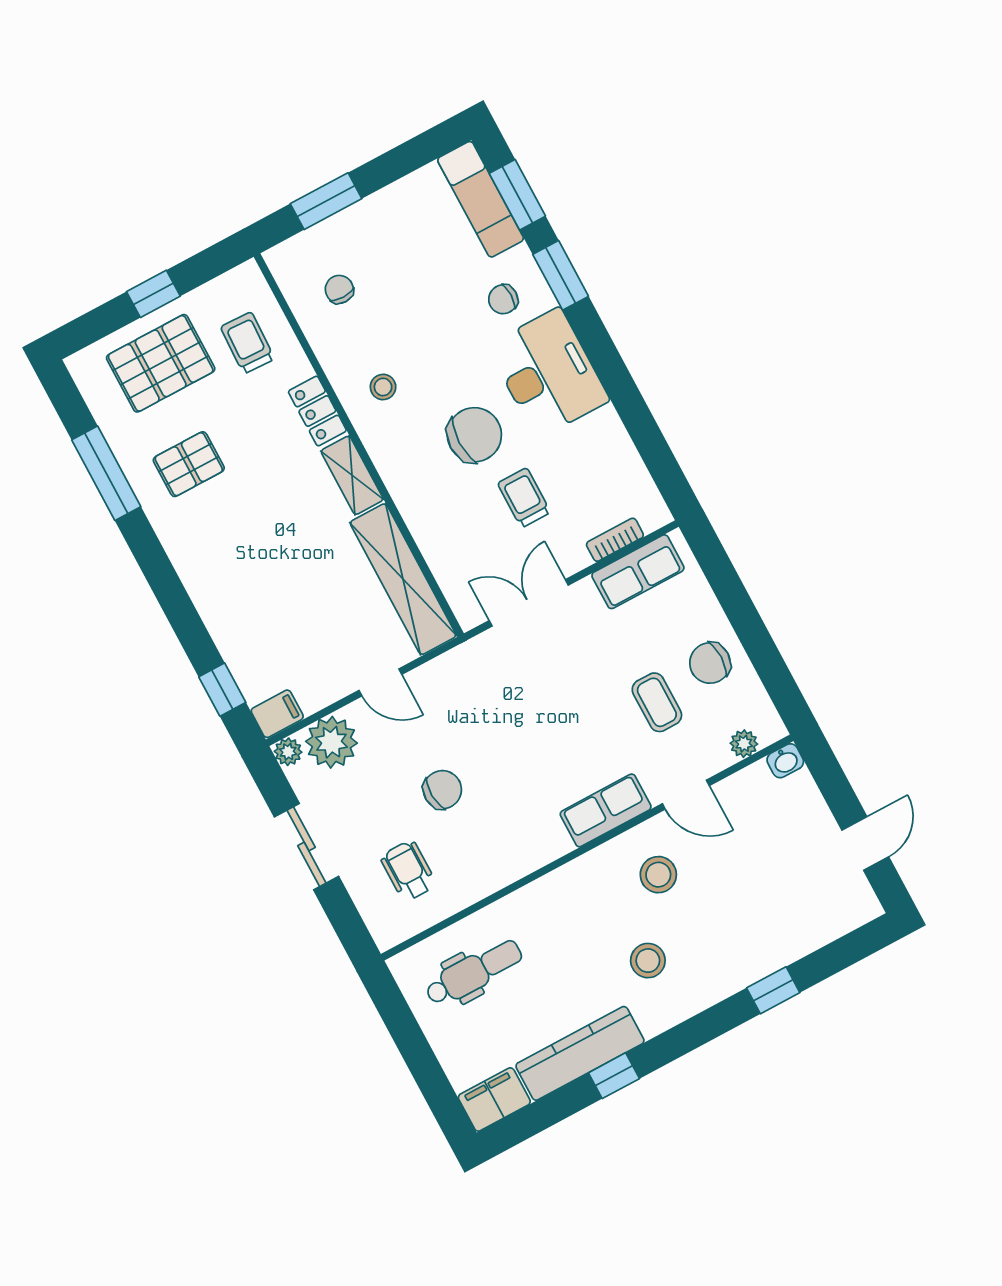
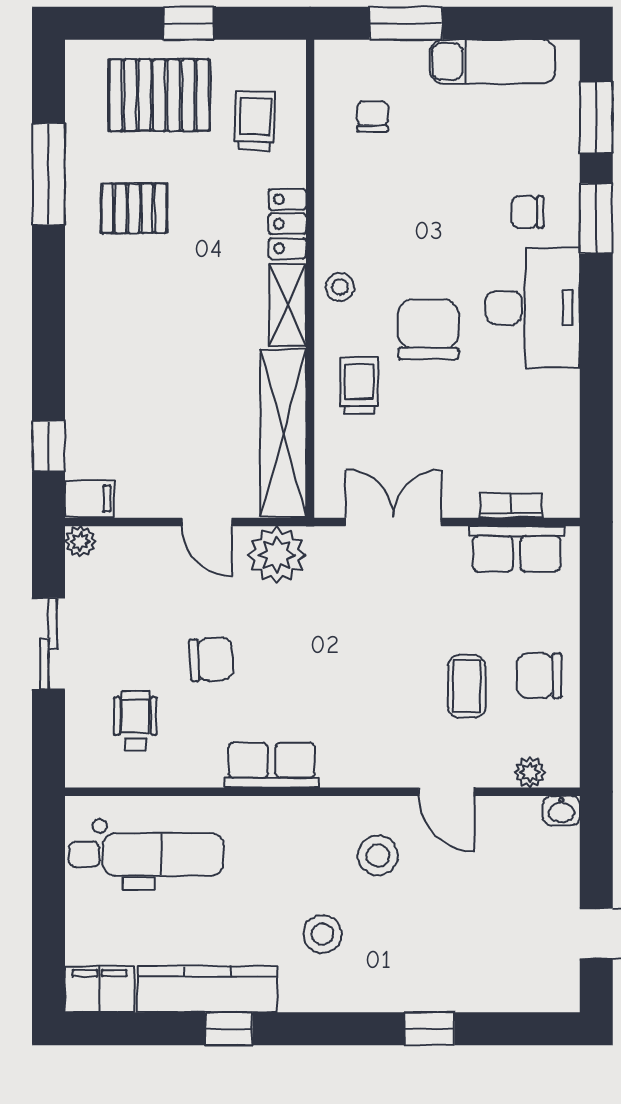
exam couch: (481, 199) -> (493, 62), moved, turned -90
stool: (383, 387) -> (340, 287), moved
chair: (474, 435) -> (428, 329), turned -90
trolley: (524, 498) -> (359, 385), moved
plant: (331, 742) -> (277, 555), moved
row of seats: (606, 810) -> (272, 765), moved
dental chair: (474, 972) -> (146, 854), width x1.36, depth x1.38

